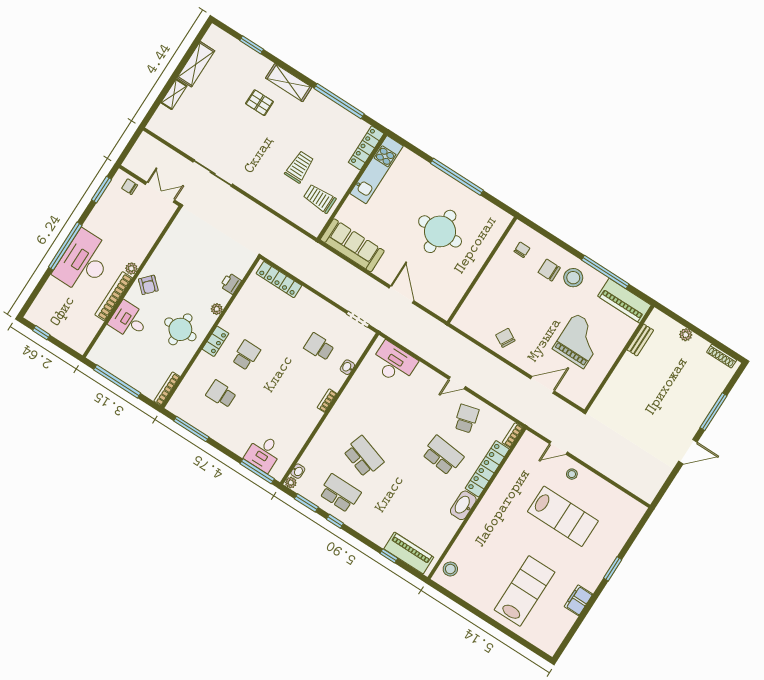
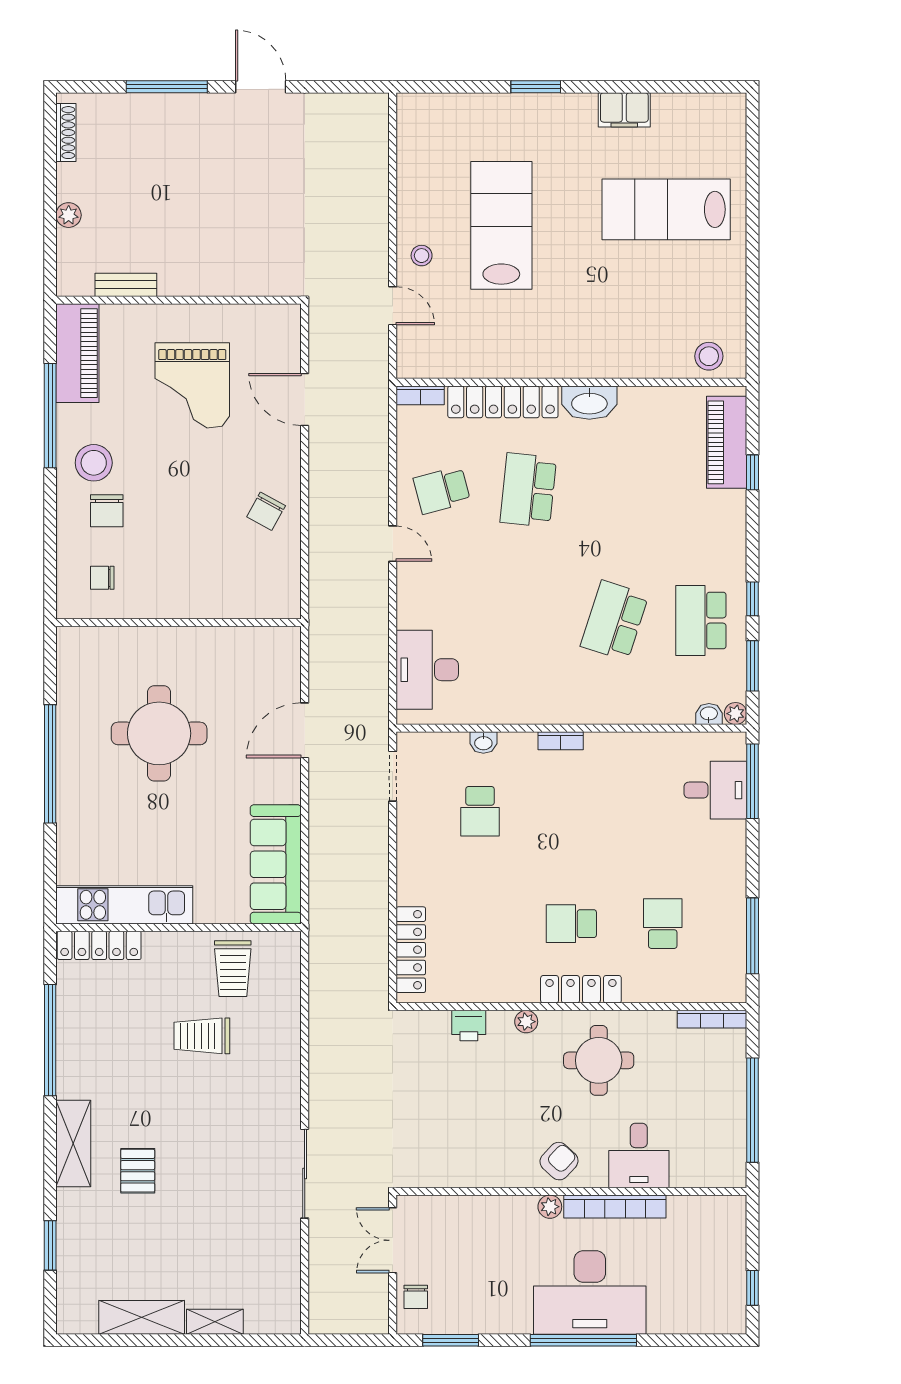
locker: (215, 341) -> (581, 989), width x1.53
grand piano: (579, 341) -> (192, 385), turned -90
school desk: (221, 394) -> (663, 924), turned 180

